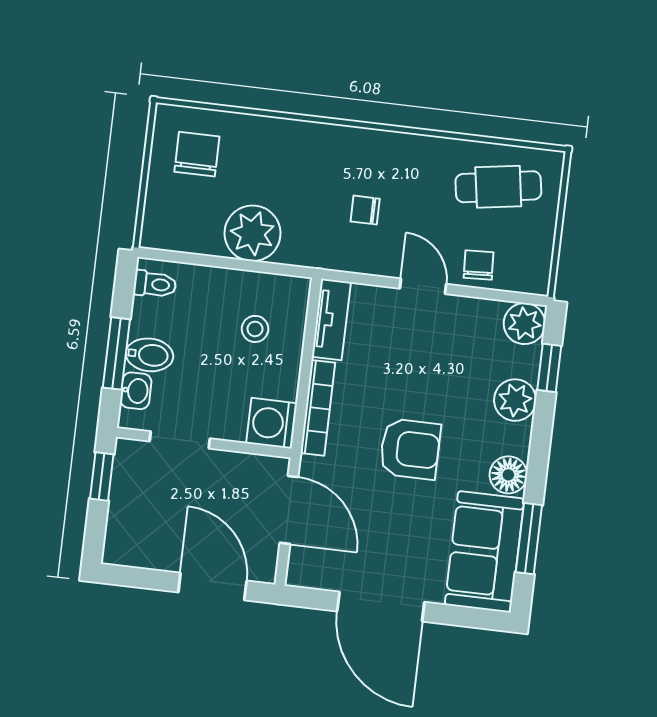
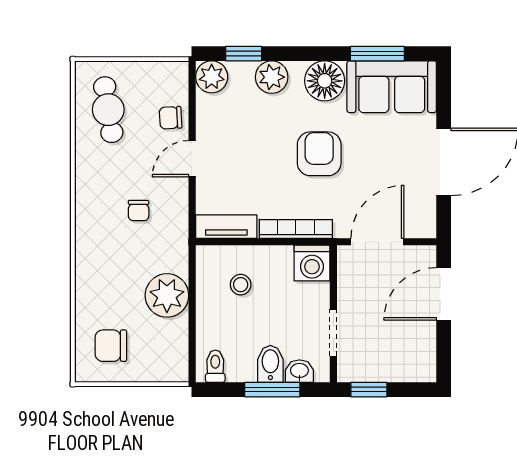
floor lamp: (508, 475) -> (325, 81), width x1.38, depth x1.38

